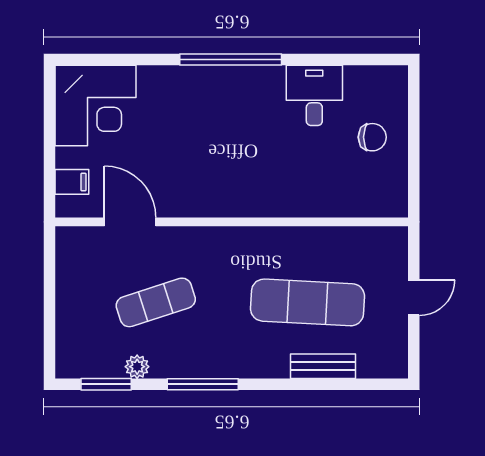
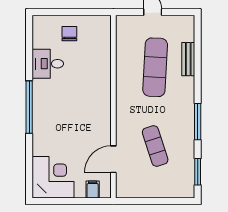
plant: (137, 367) -> (188, 156), removed

